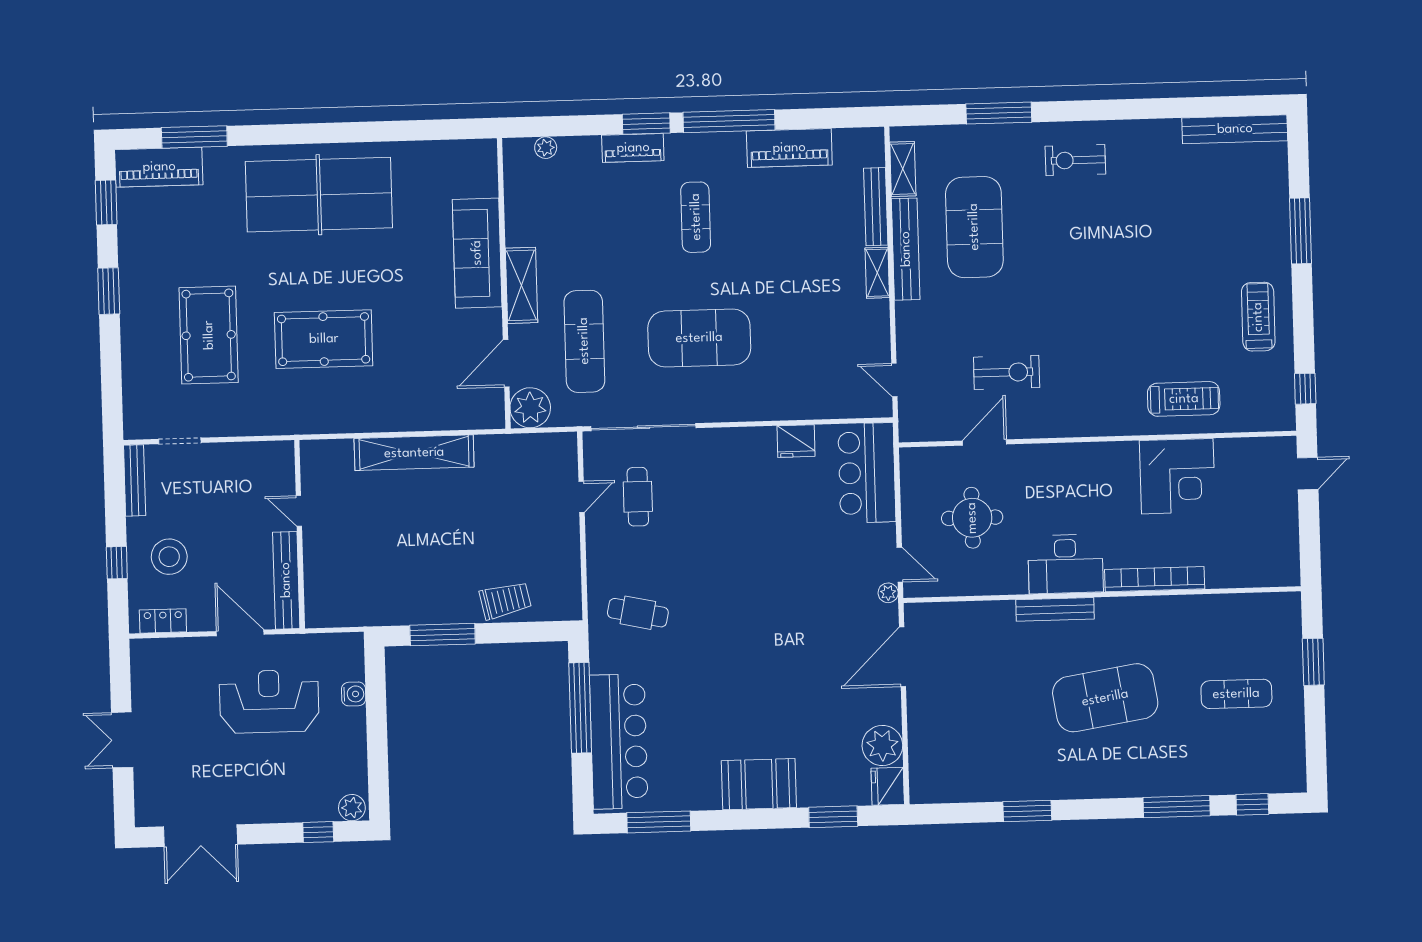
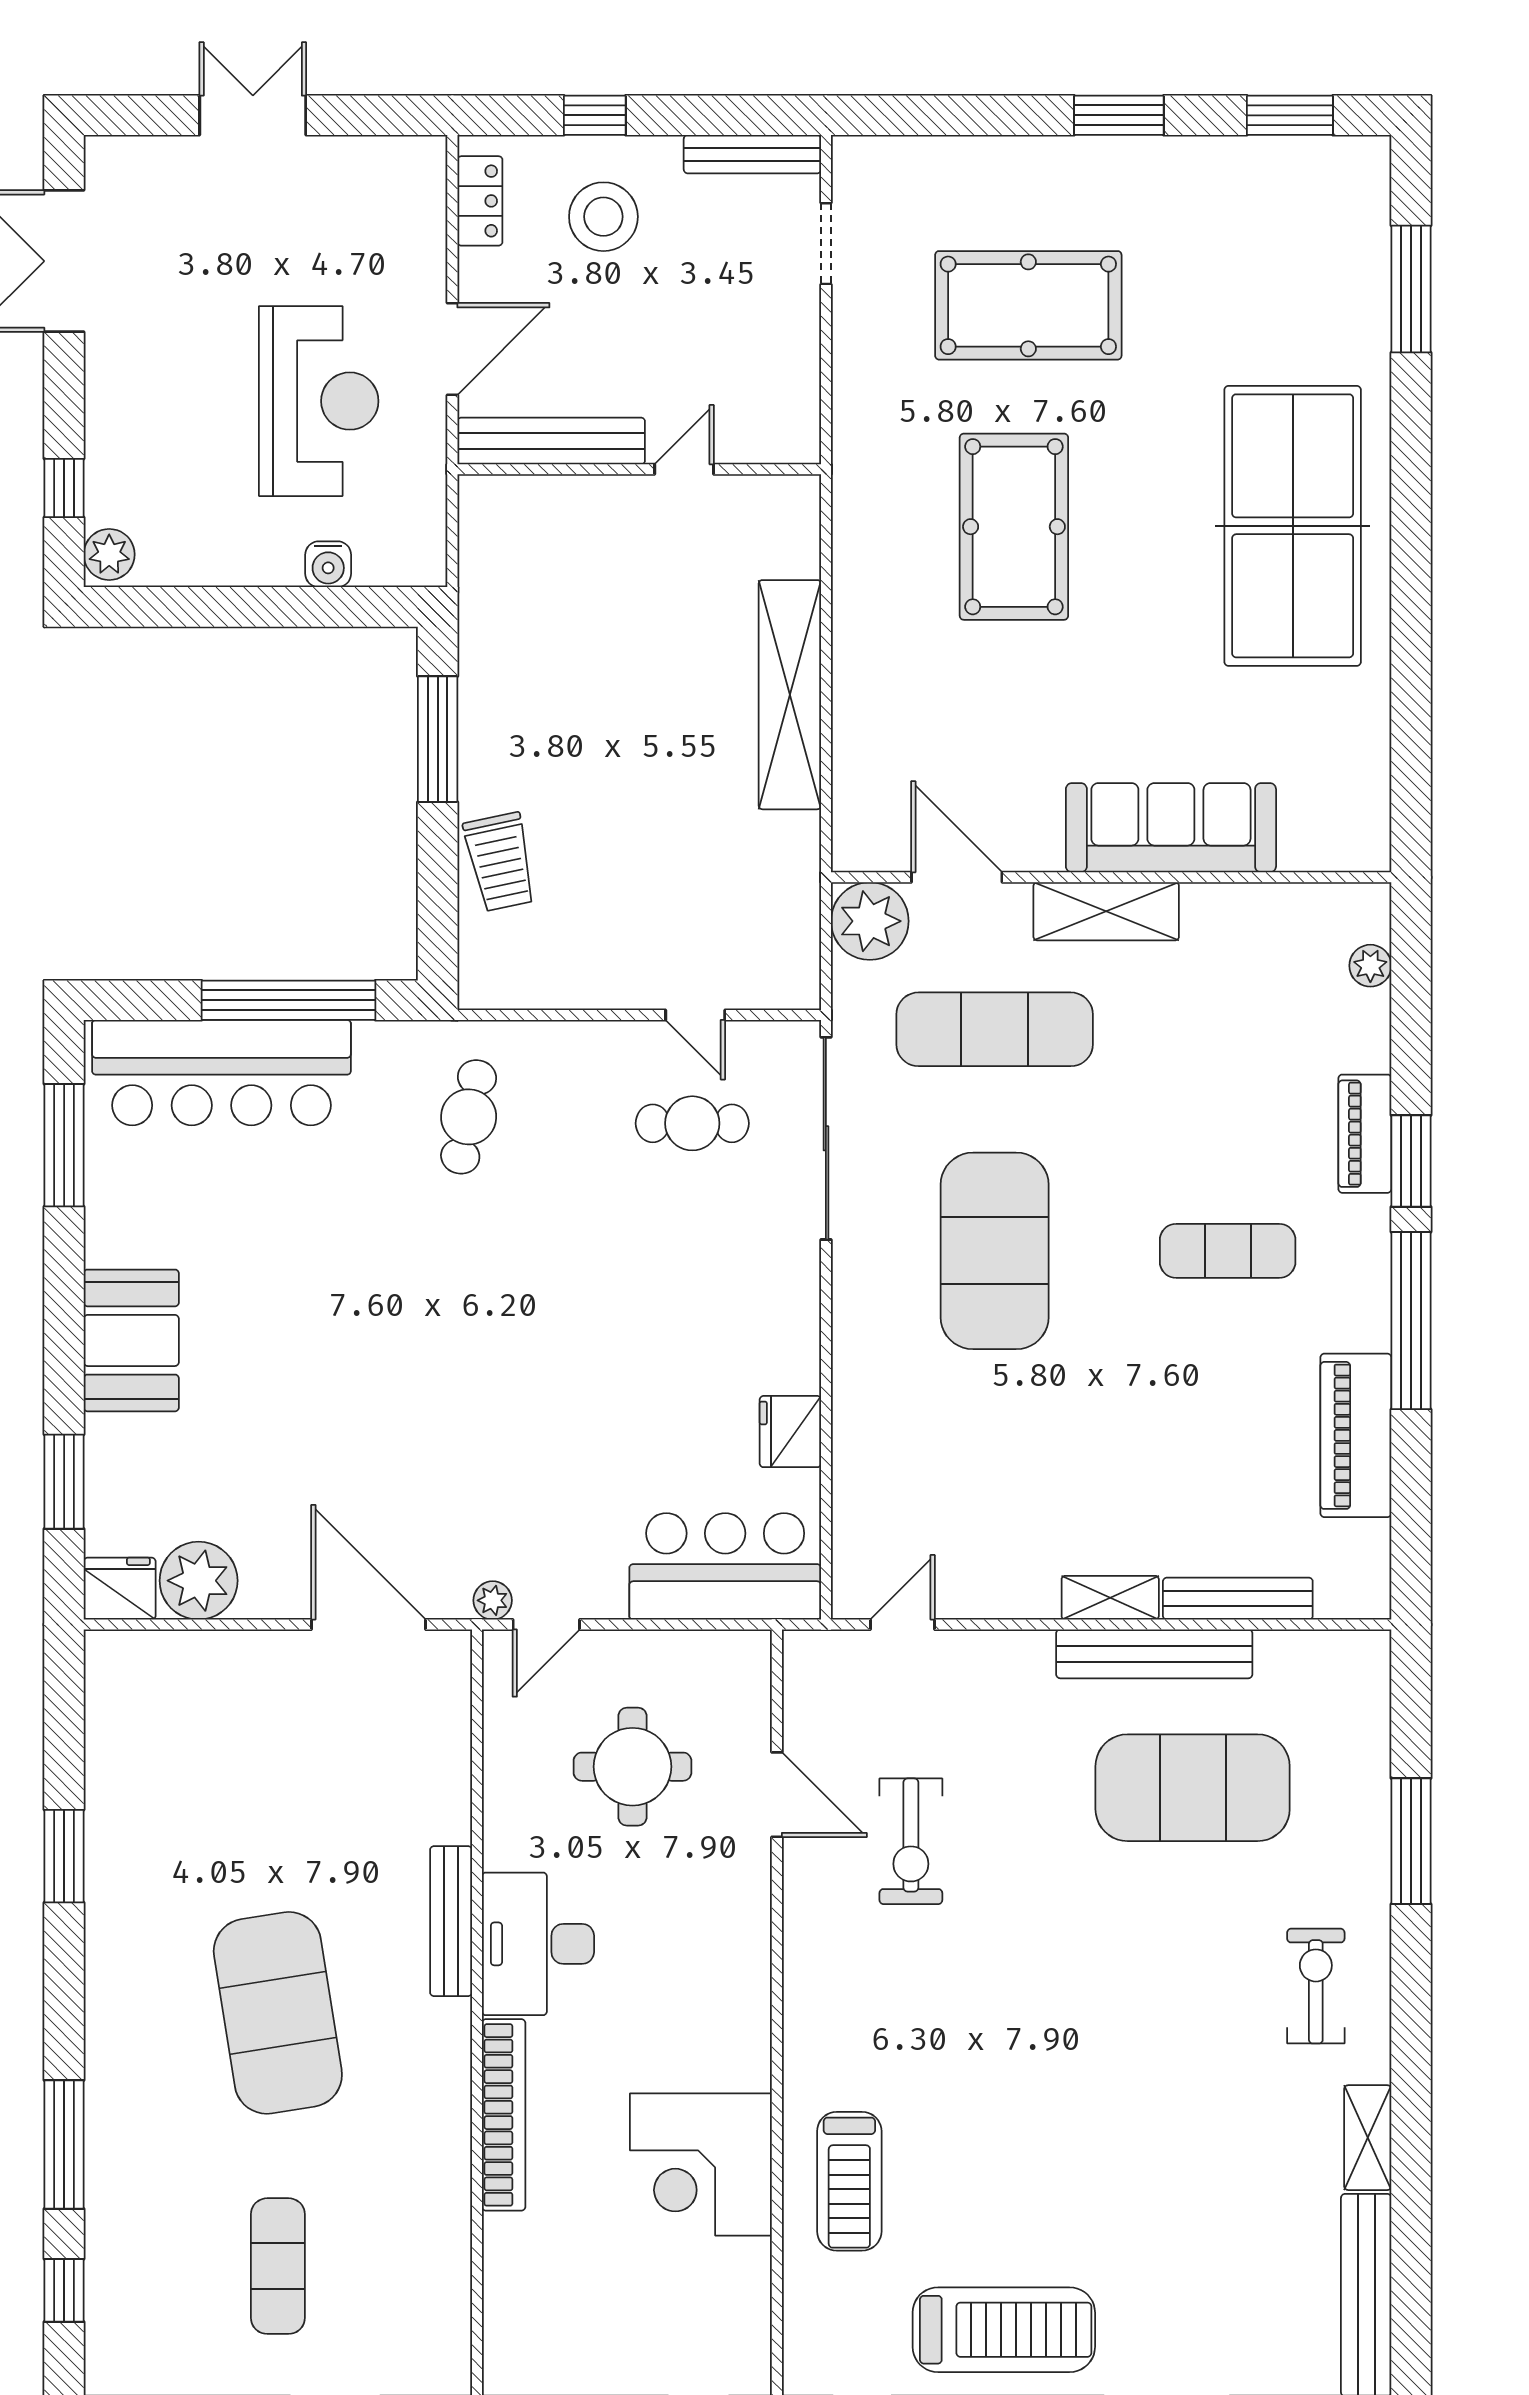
piano: (159, 167) -> (1355, 219), removed
shelving: (903, 169) -> (1368, 2138), moved, turned 90
treadmill: (1258, 317) -> (1004, 2330), width x1.37, depth x1.37

